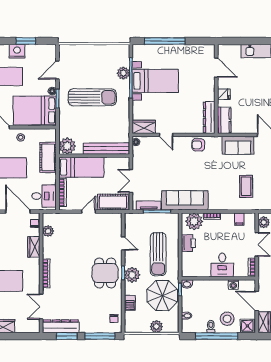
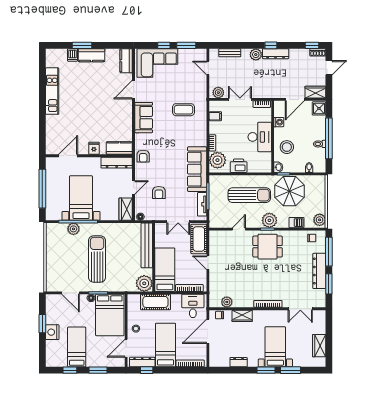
door: (216, 68) -> (68, 156), moved
wall: (216, 89) -> (89, 156), moved
fridge: (224, 94) -> (94, 148), moved
dresser: (209, 118) -> (117, 163), moved
kitchen counter: (224, 120) -> (119, 148), moved
armchair: (161, 161) -> (159, 193), added
desk: (222, 265) -> (260, 137), width x1.37
stool: (227, 319) -> (287, 147), moved
dresser: (61, 326) -> (319, 271), moved
plant: (156, 327) -> (320, 220), moved

